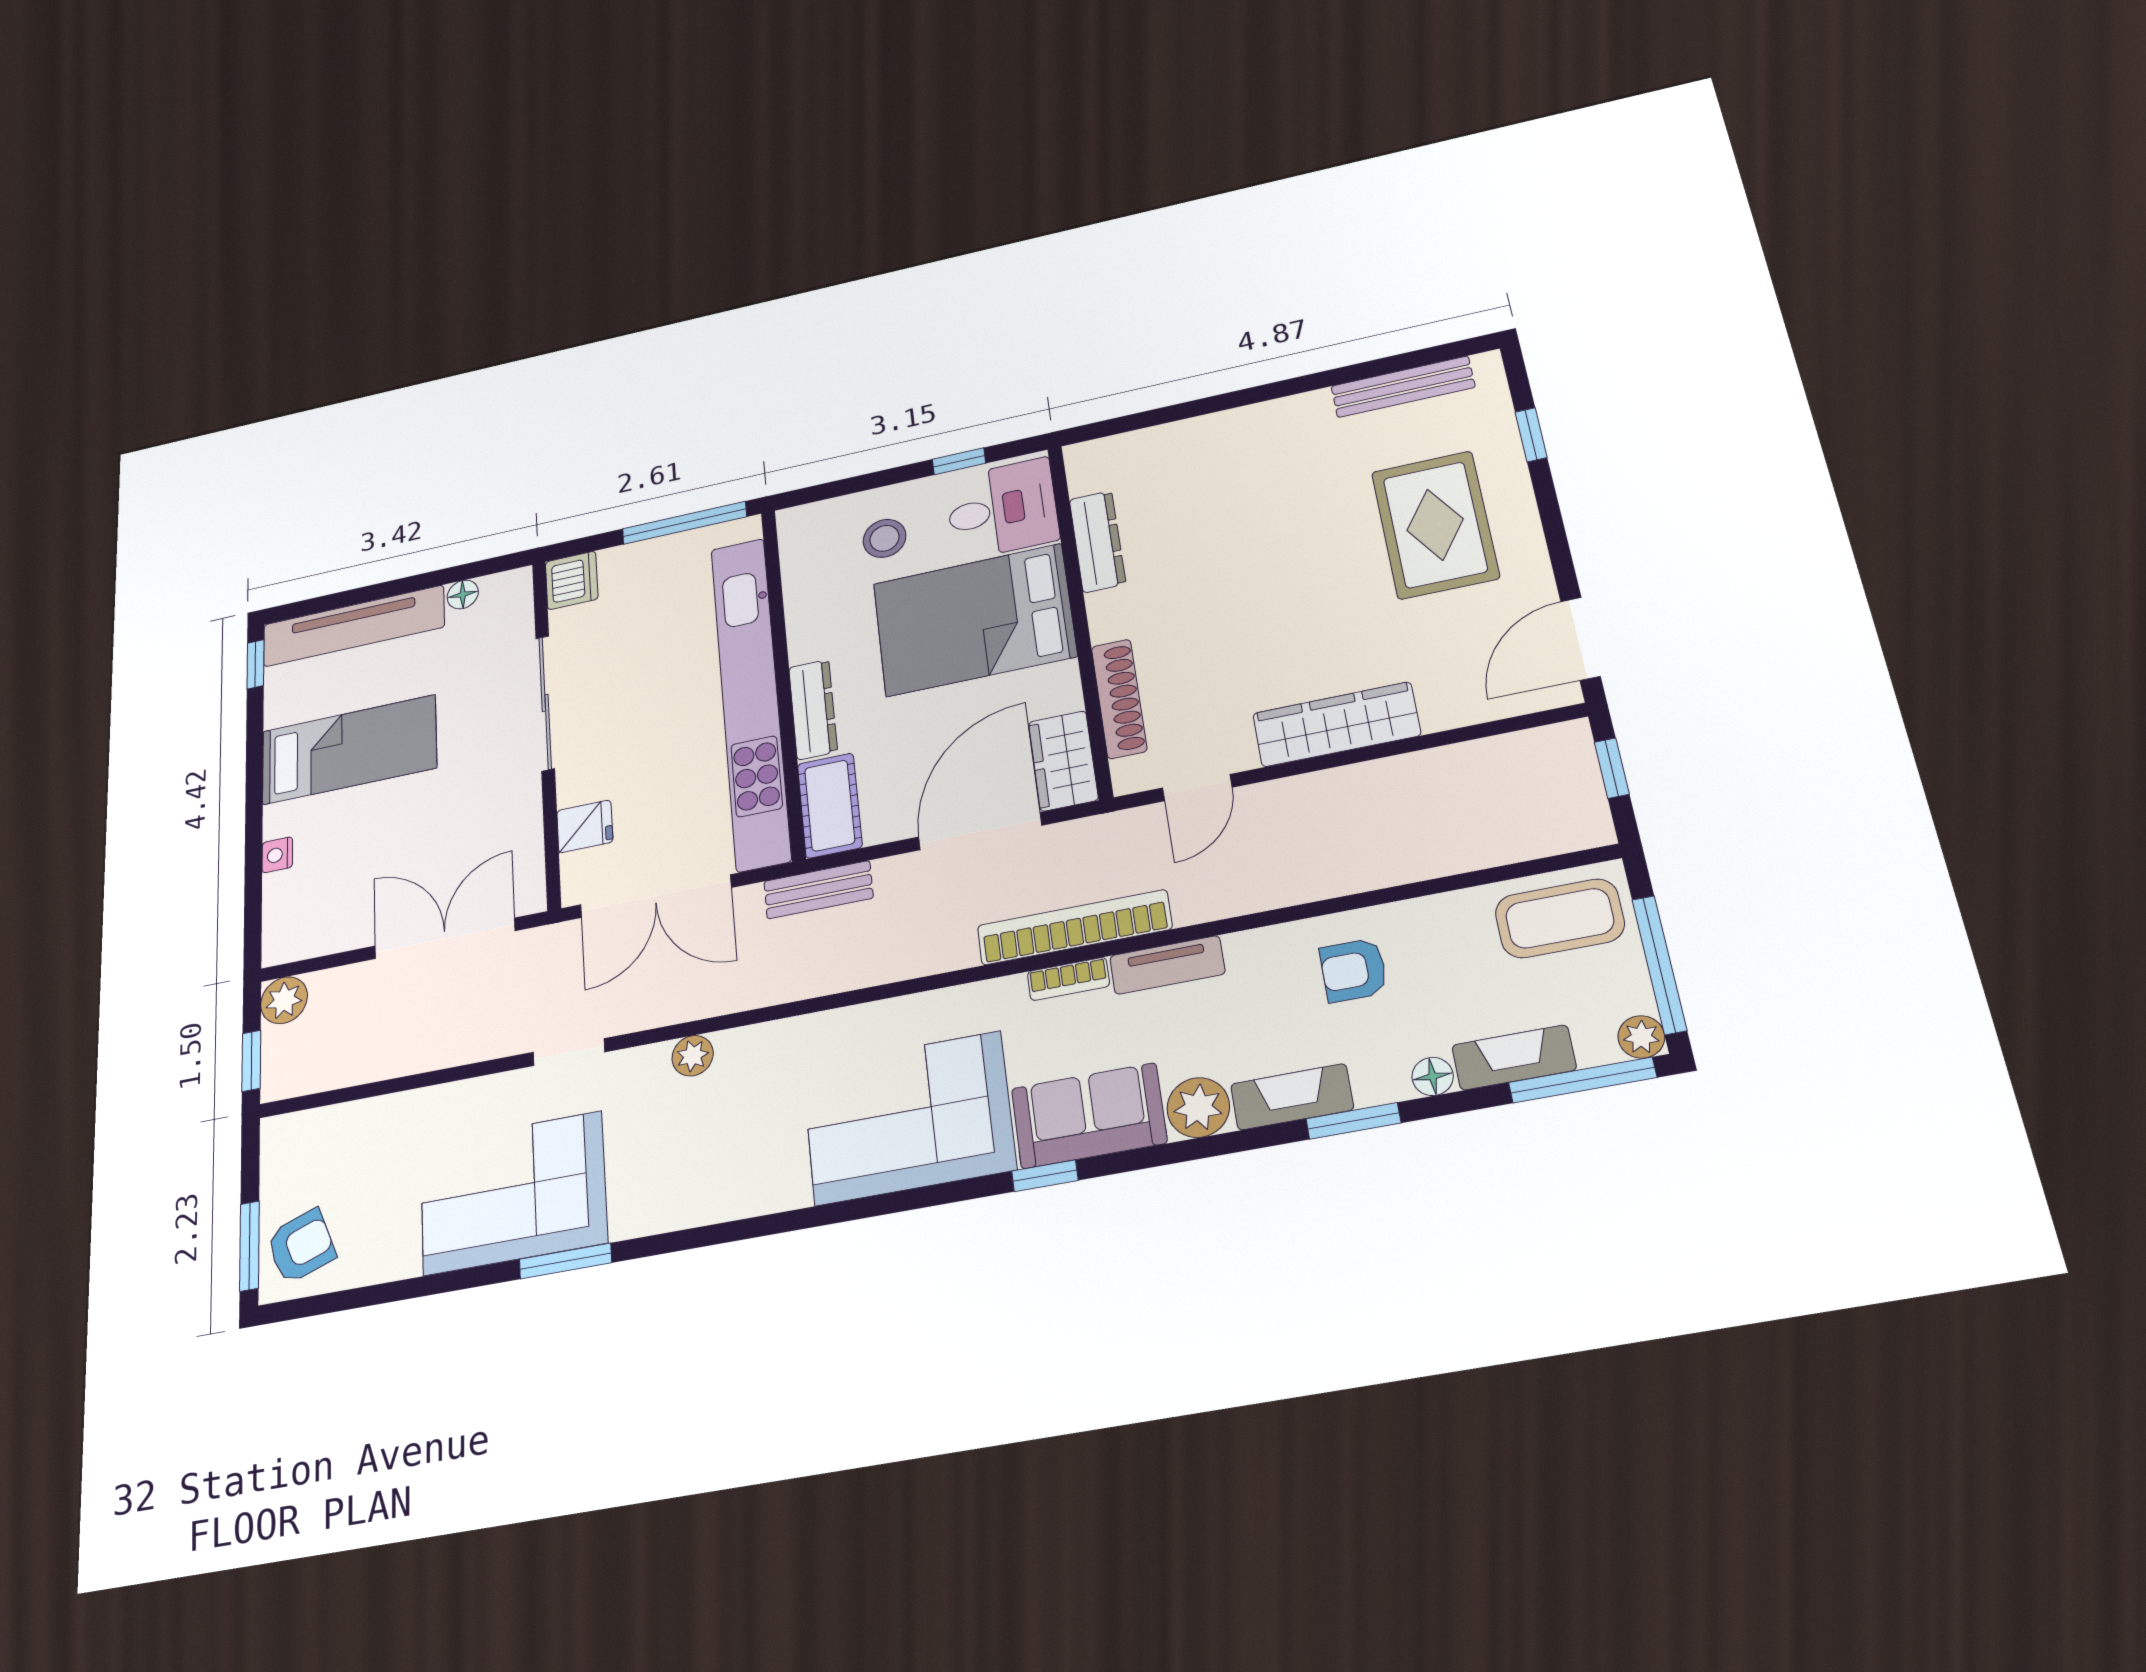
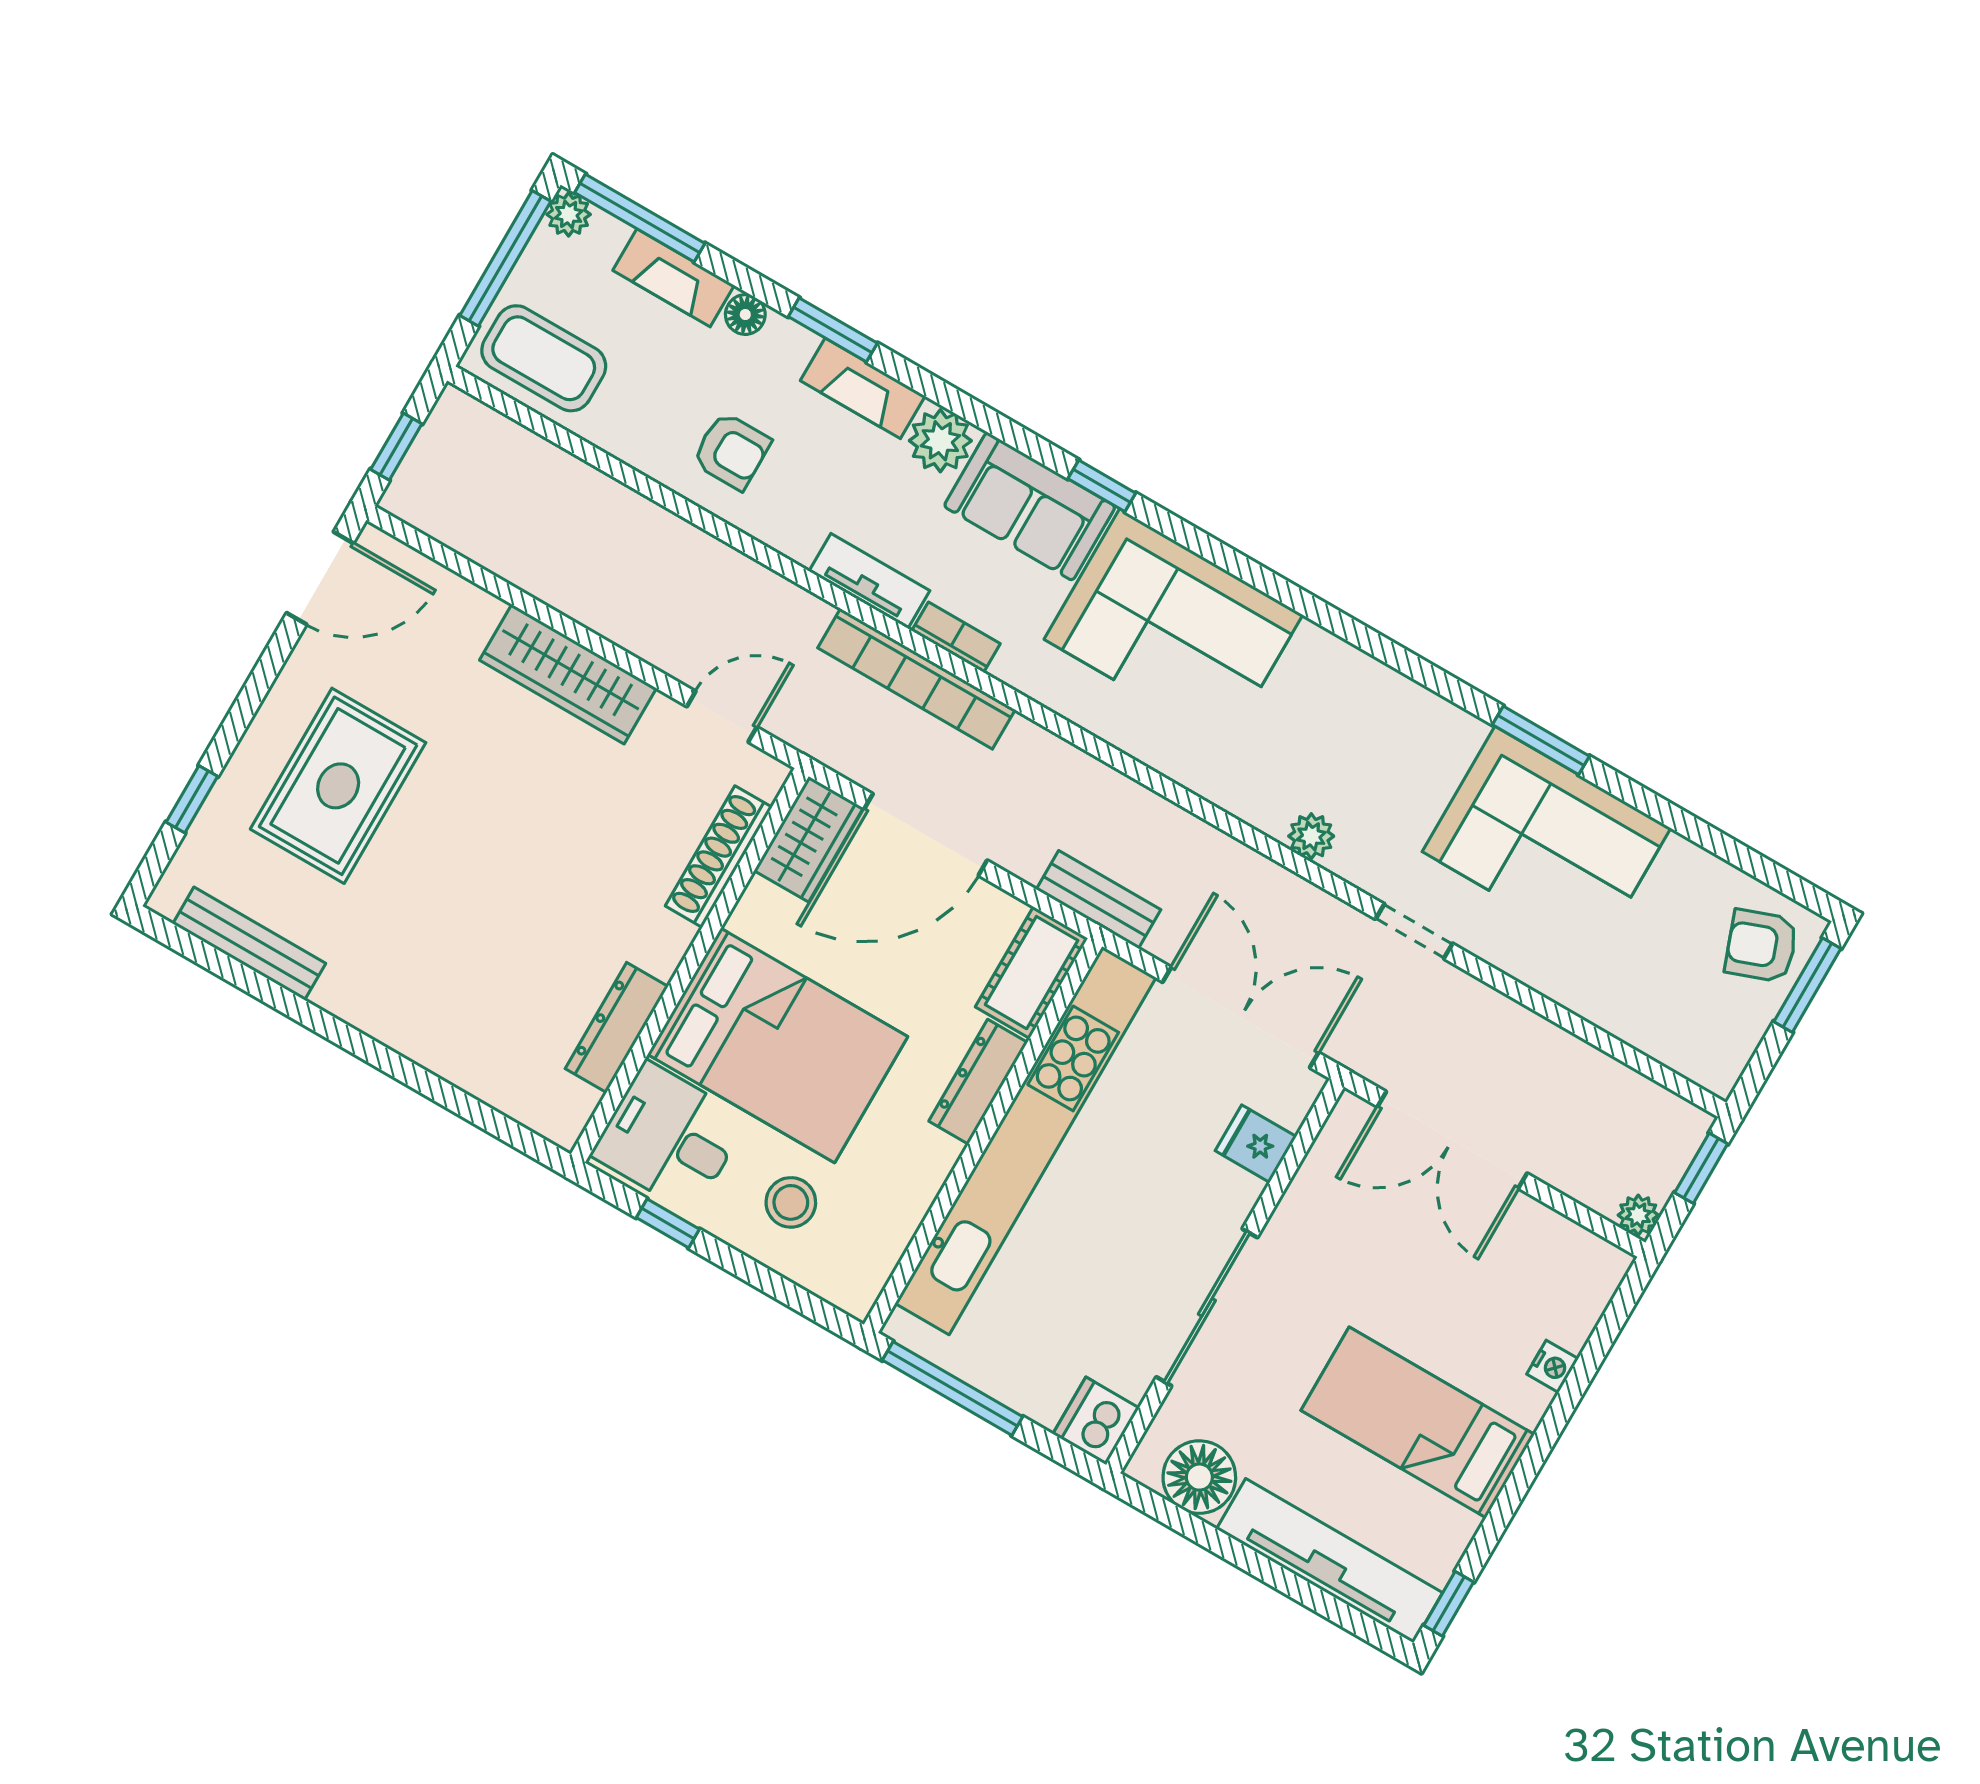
floor lamp: (463, 594) -> (1199, 1477), width x1.89, depth x1.89
plant: (284, 1000) -> (1638, 1215), width x0.73, depth x0.73

